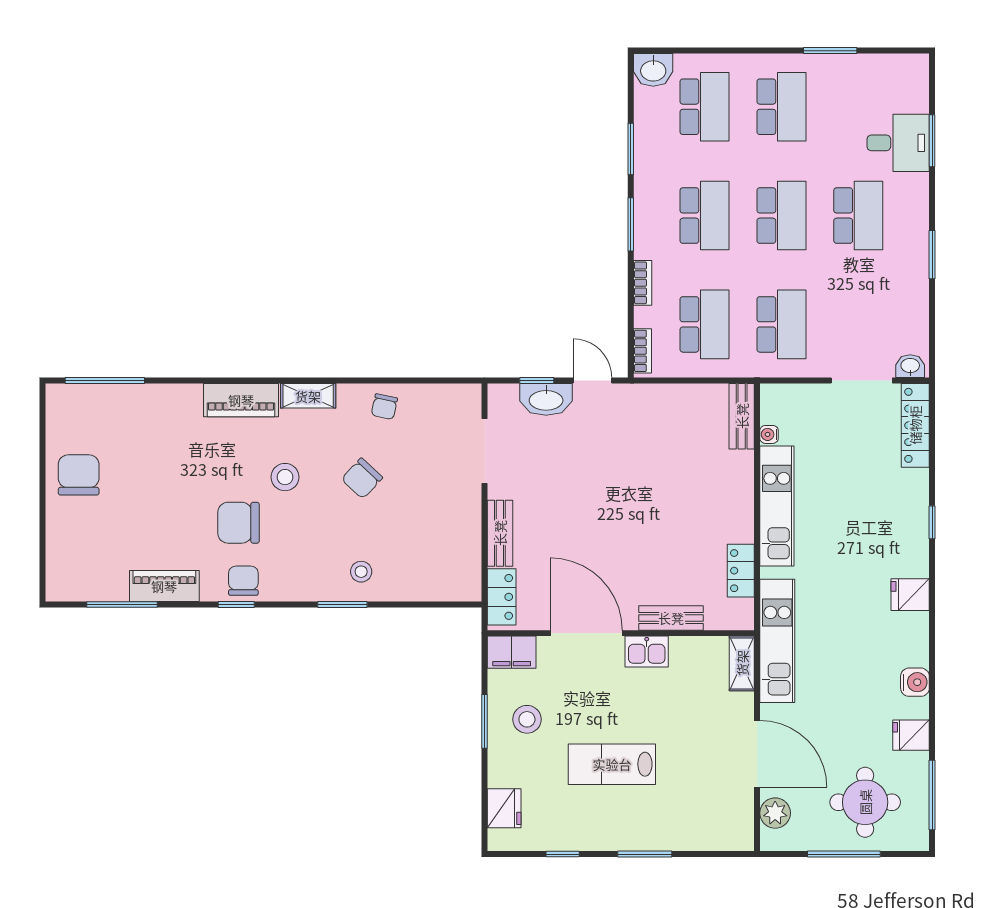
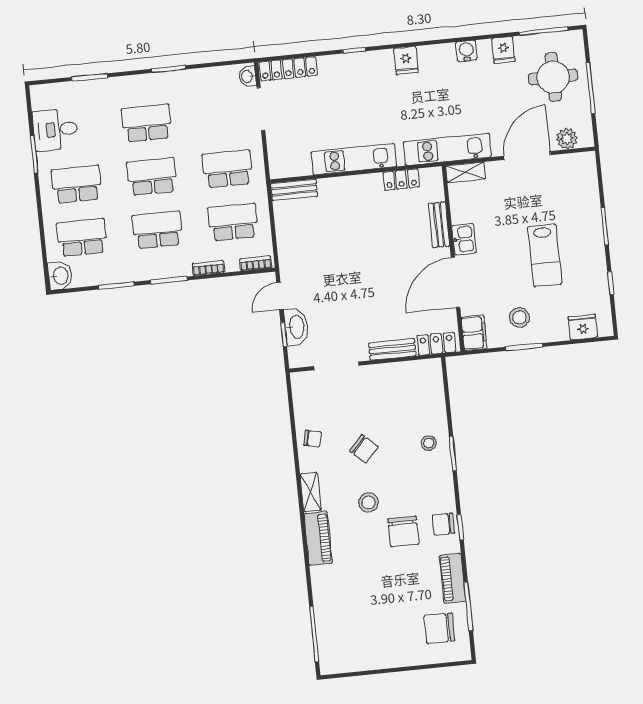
desk: (898, 143) -> (55, 130), moved, turned -90
water cooler: (769, 434) -> (305, 170), removed
chair: (79, 475) -> (439, 628), moved

